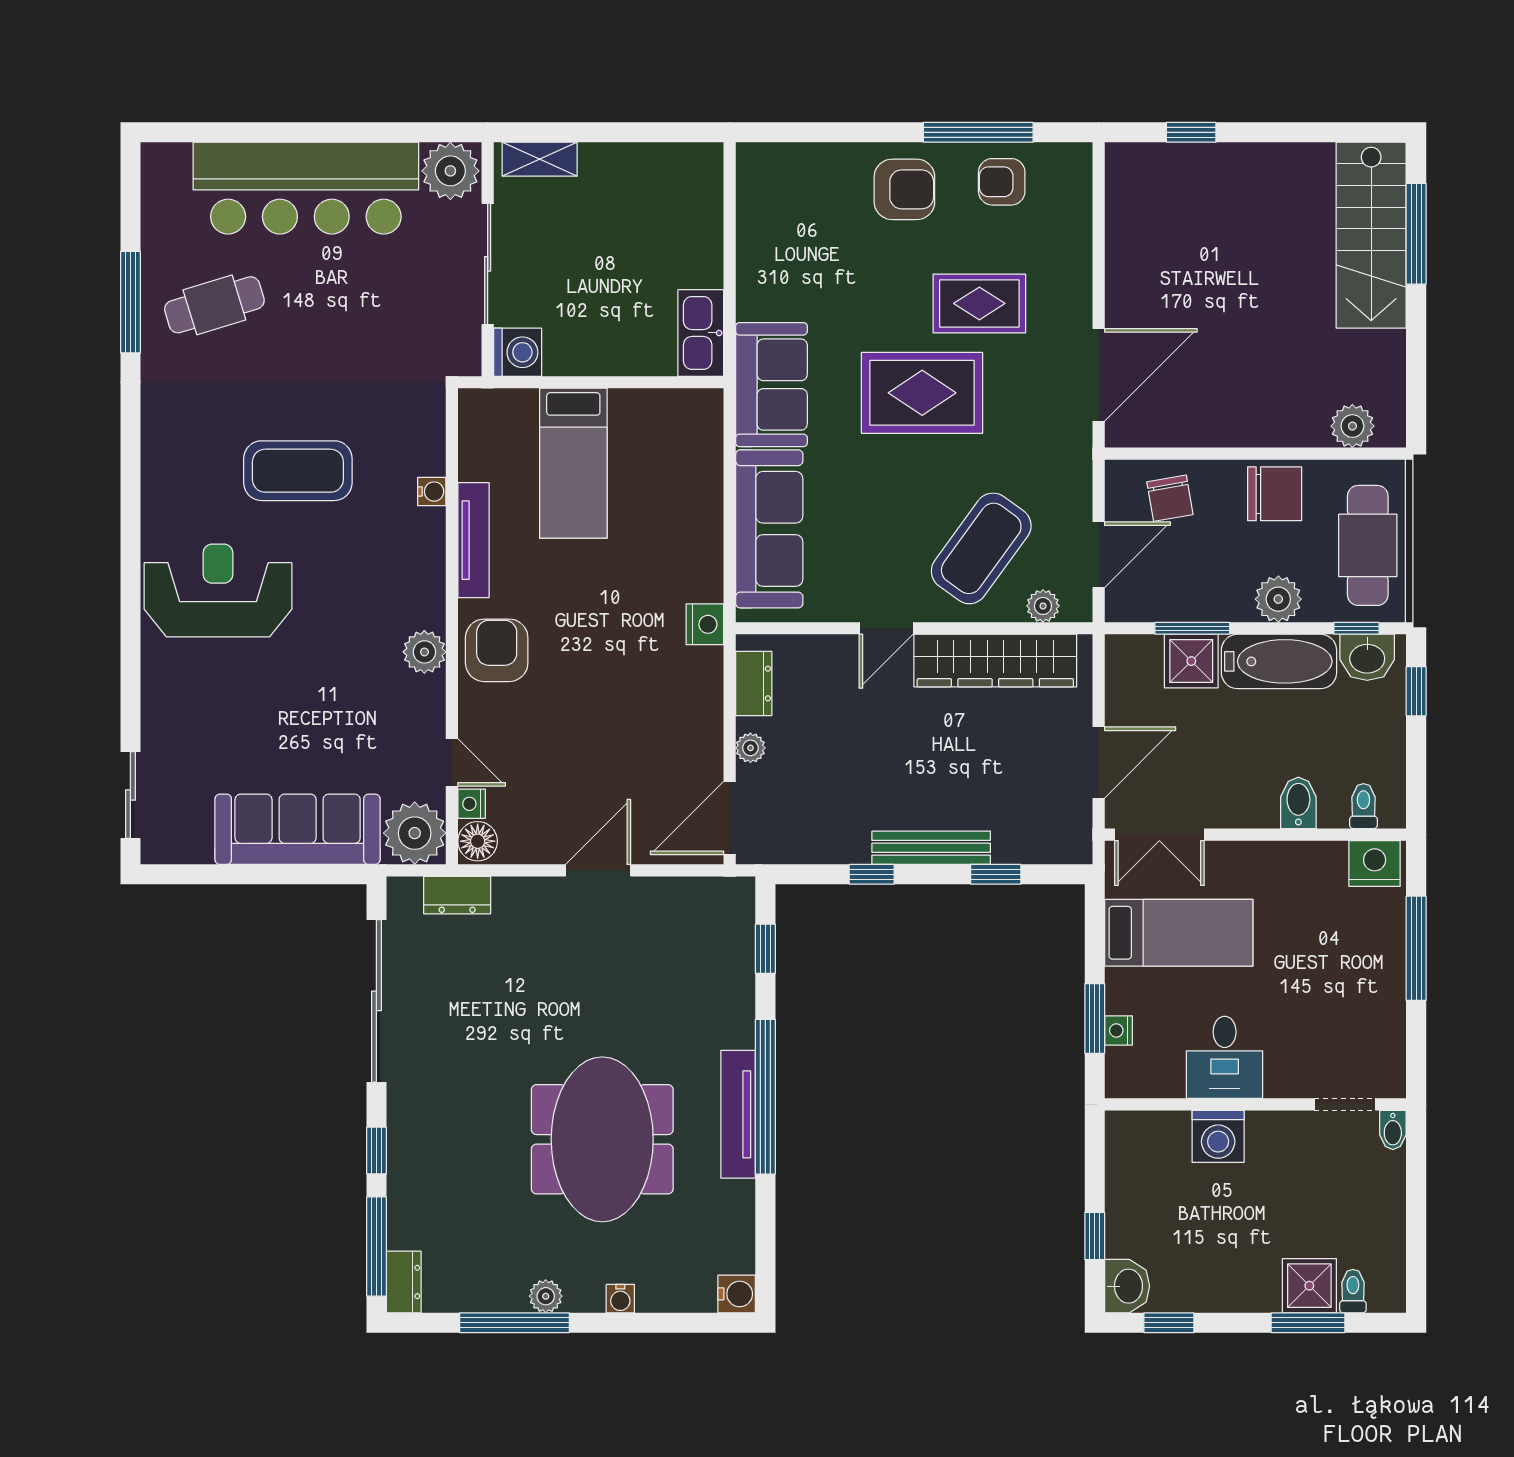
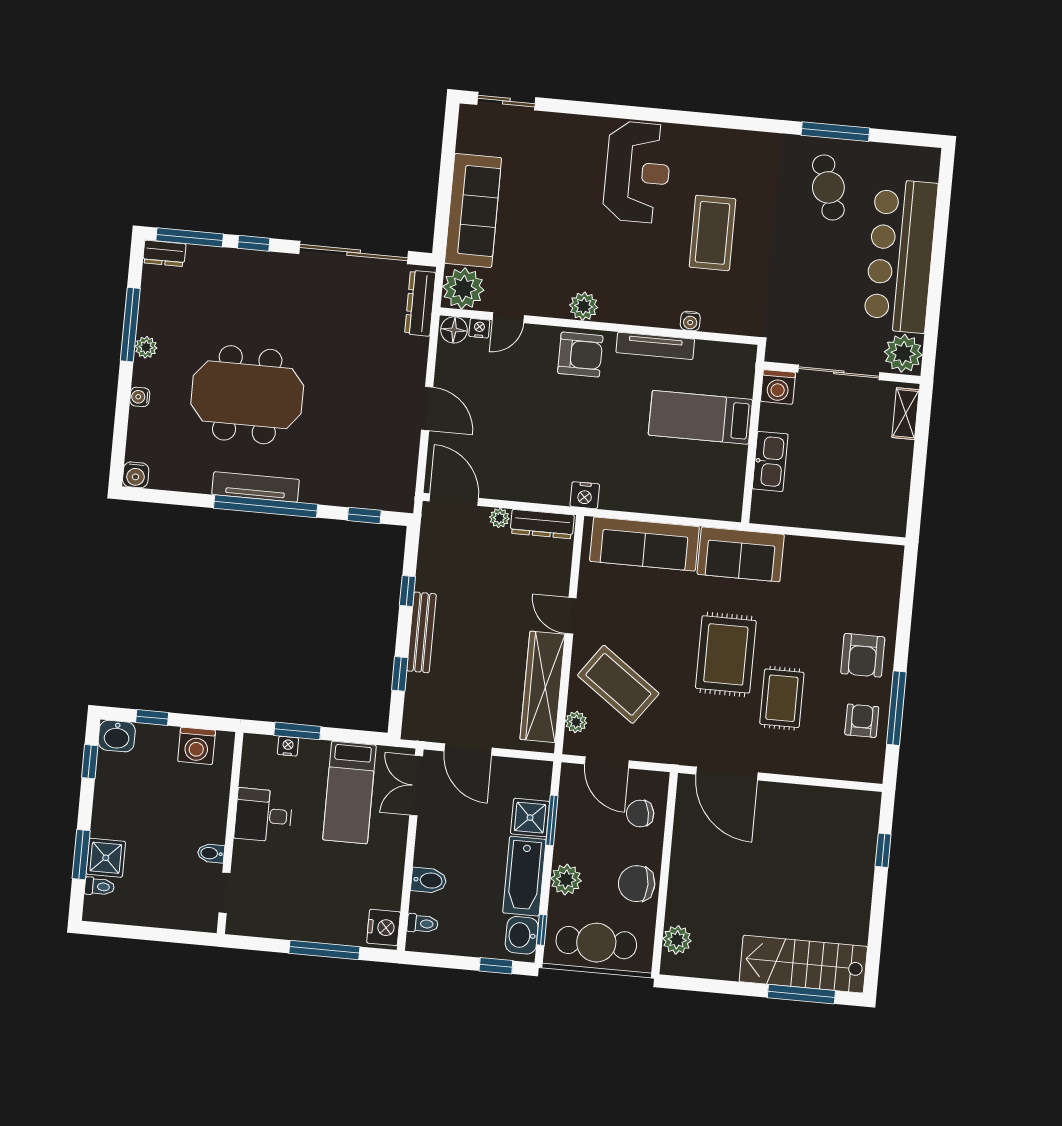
kitchen sink: (701, 333) -> (770, 461), moved, turned 90
chair: (1275, 494) -> (637, 884), turned 90
dresser: (754, 683) -> (542, 524), width x1.44
dresser: (457, 895) -> (420, 303), width x1.44
bidet: (1393, 1130) -> (211, 853), moved
washing machine: (1218, 1136) -> (197, 746), moved, turned -90

